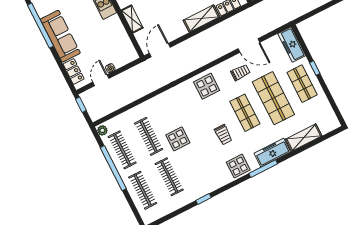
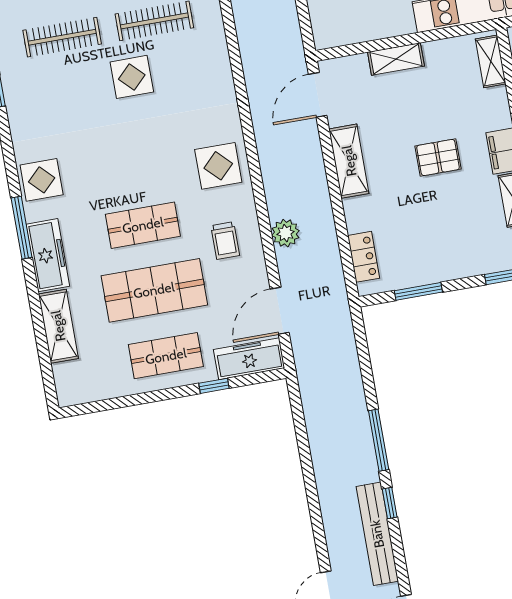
shelving: (201, 19) -> (349, 161), moved
plant: (228, 46) -> (285, 233), added
door: (249, 46) -> (280, 311), moved
door: (160, 50) -> (318, 95), swing flipped
window: (315, 68) -> (214, 386), moved
trolley: (223, 135) -> (113, 169), removed

